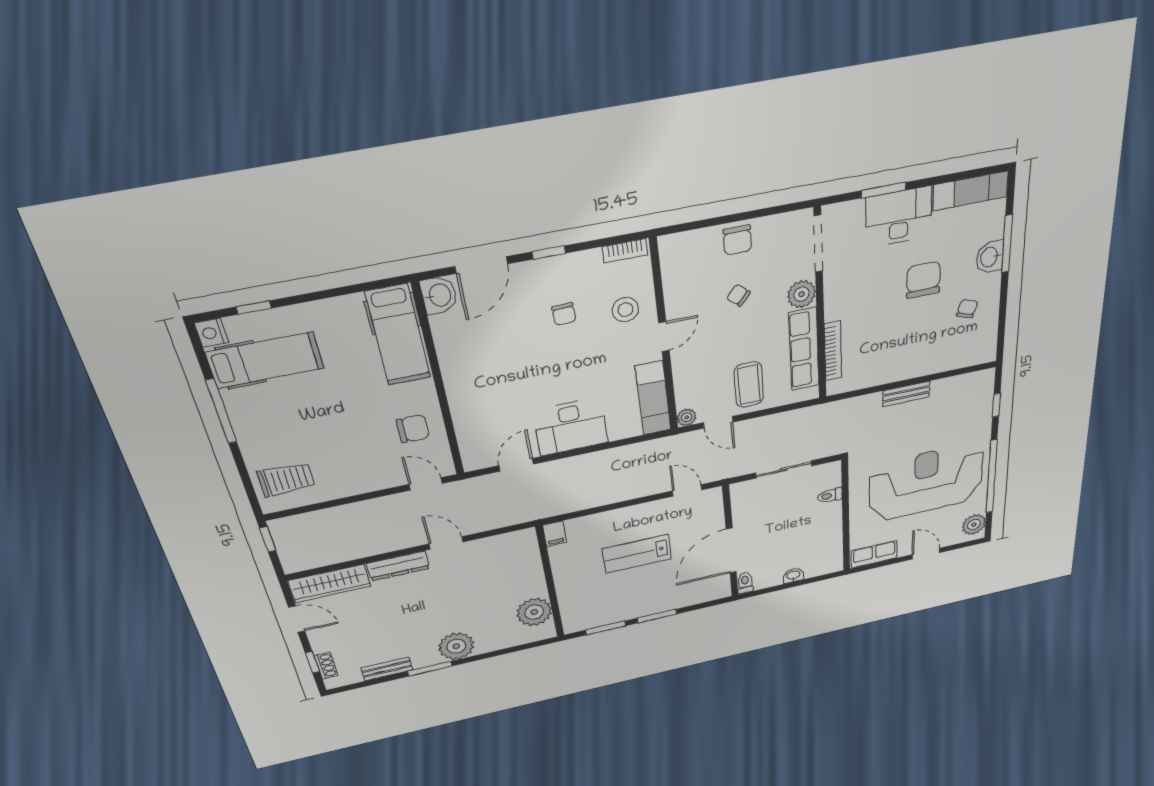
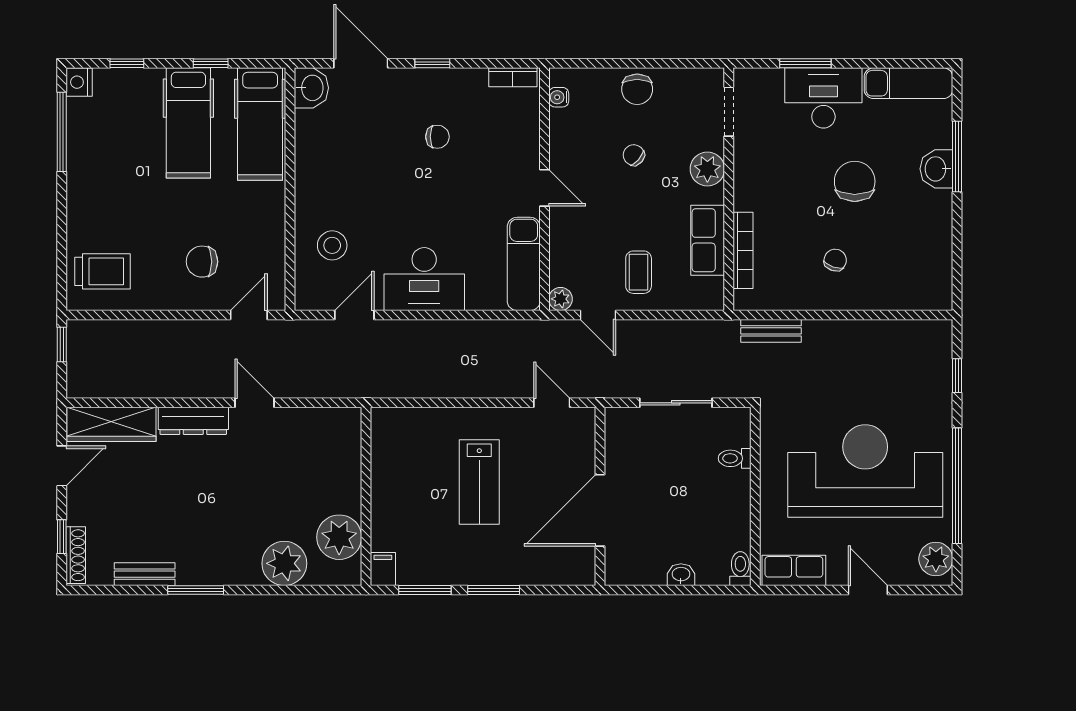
doorway: (818, 244) -> (729, 112), width x0.73
water cooler: (668, 260) -> (559, 97), added
door: (481, 265) -> (361, 63), swing flipped
window: (337, 292) -> (211, 63), added
chair: (967, 309) -> (835, 260), moved
stool: (625, 310) -> (332, 245), moved
chair: (564, 314) -> (437, 137), turned -88
door: (664, 337) -> (544, 188), hinge flipped
row of seats: (804, 349) -> (708, 240), width x0.68
hospital bed: (265, 360) -> (188, 123), moved, turned 90
coffee table: (749, 385) -> (639, 272), width x0.73, depth x0.77
bench: (906, 394) -> (771, 331), moved
window: (221, 411) -> (62, 132), moved
chair: (413, 429) -> (202, 262), moved, turned 180
door: (426, 484) -> (249, 315), hinge flipped
filing cabinet: (555, 534) -> (383, 569), moved, turned 180
lab bench: (637, 554) -> (479, 482), turned -90
toilet: (745, 583) -> (740, 569), moved
door: (297, 619) -> (62, 466), hinge flipped
plant: (456, 646) -> (284, 563), moved
shoe rack: (326, 666) -> (76, 555), width x1.43

